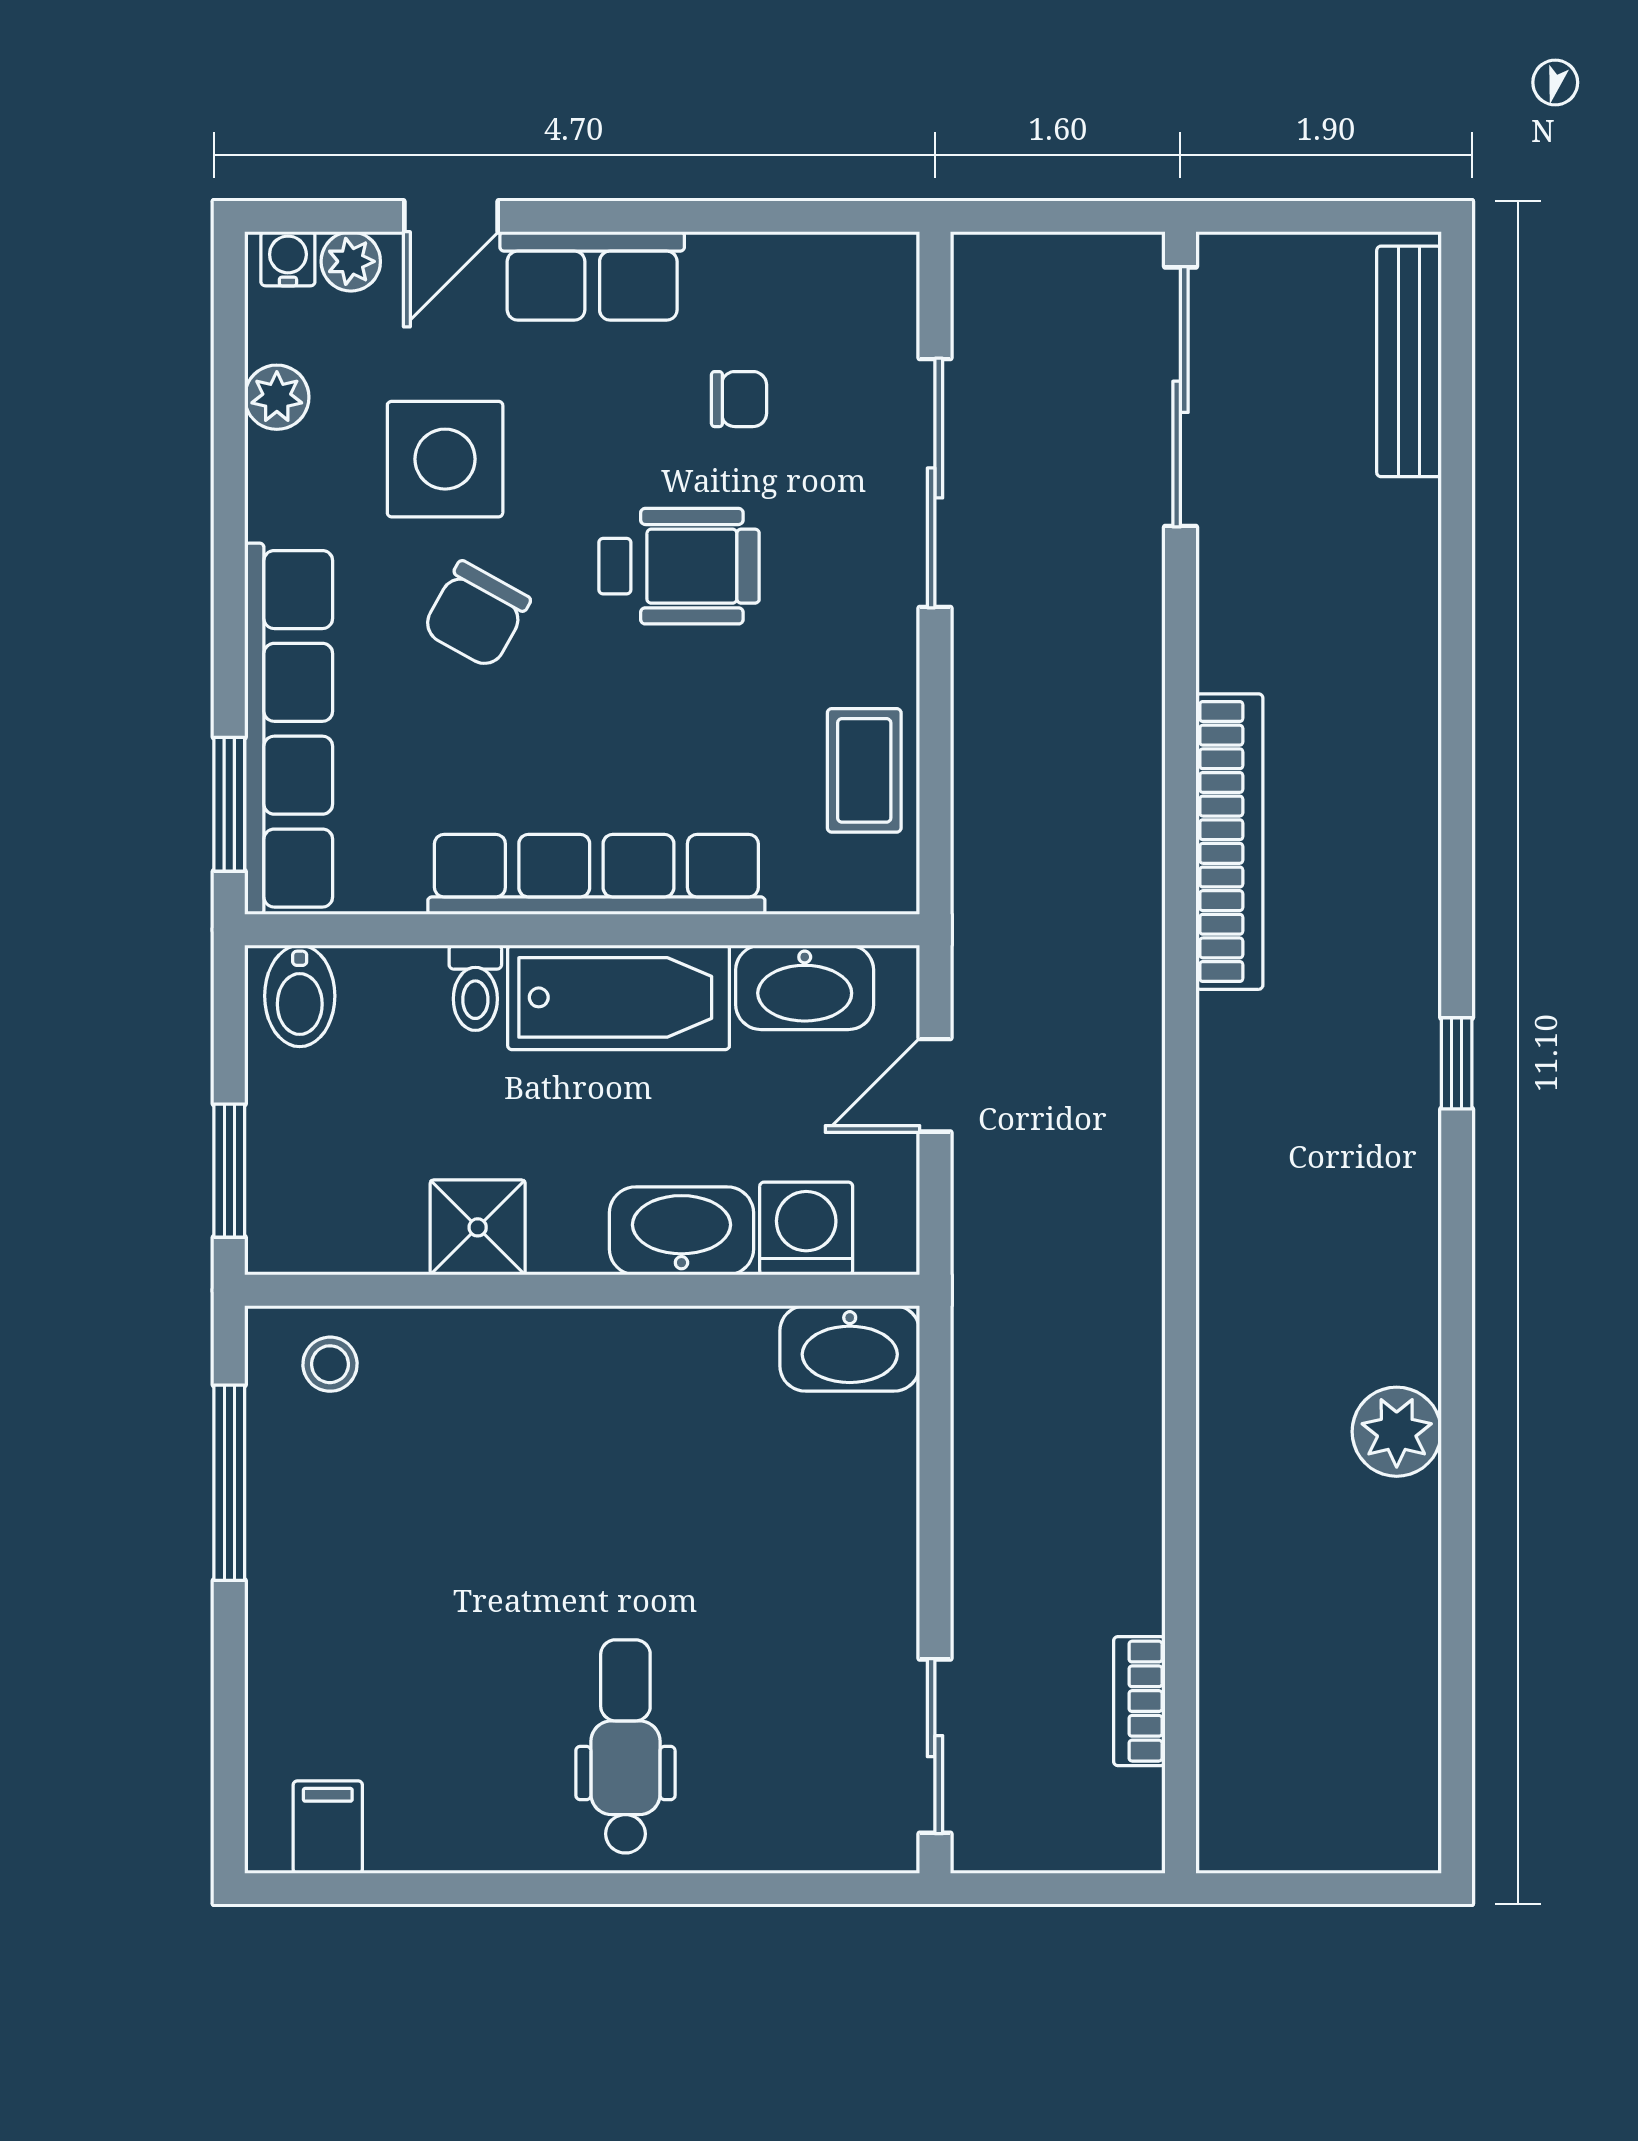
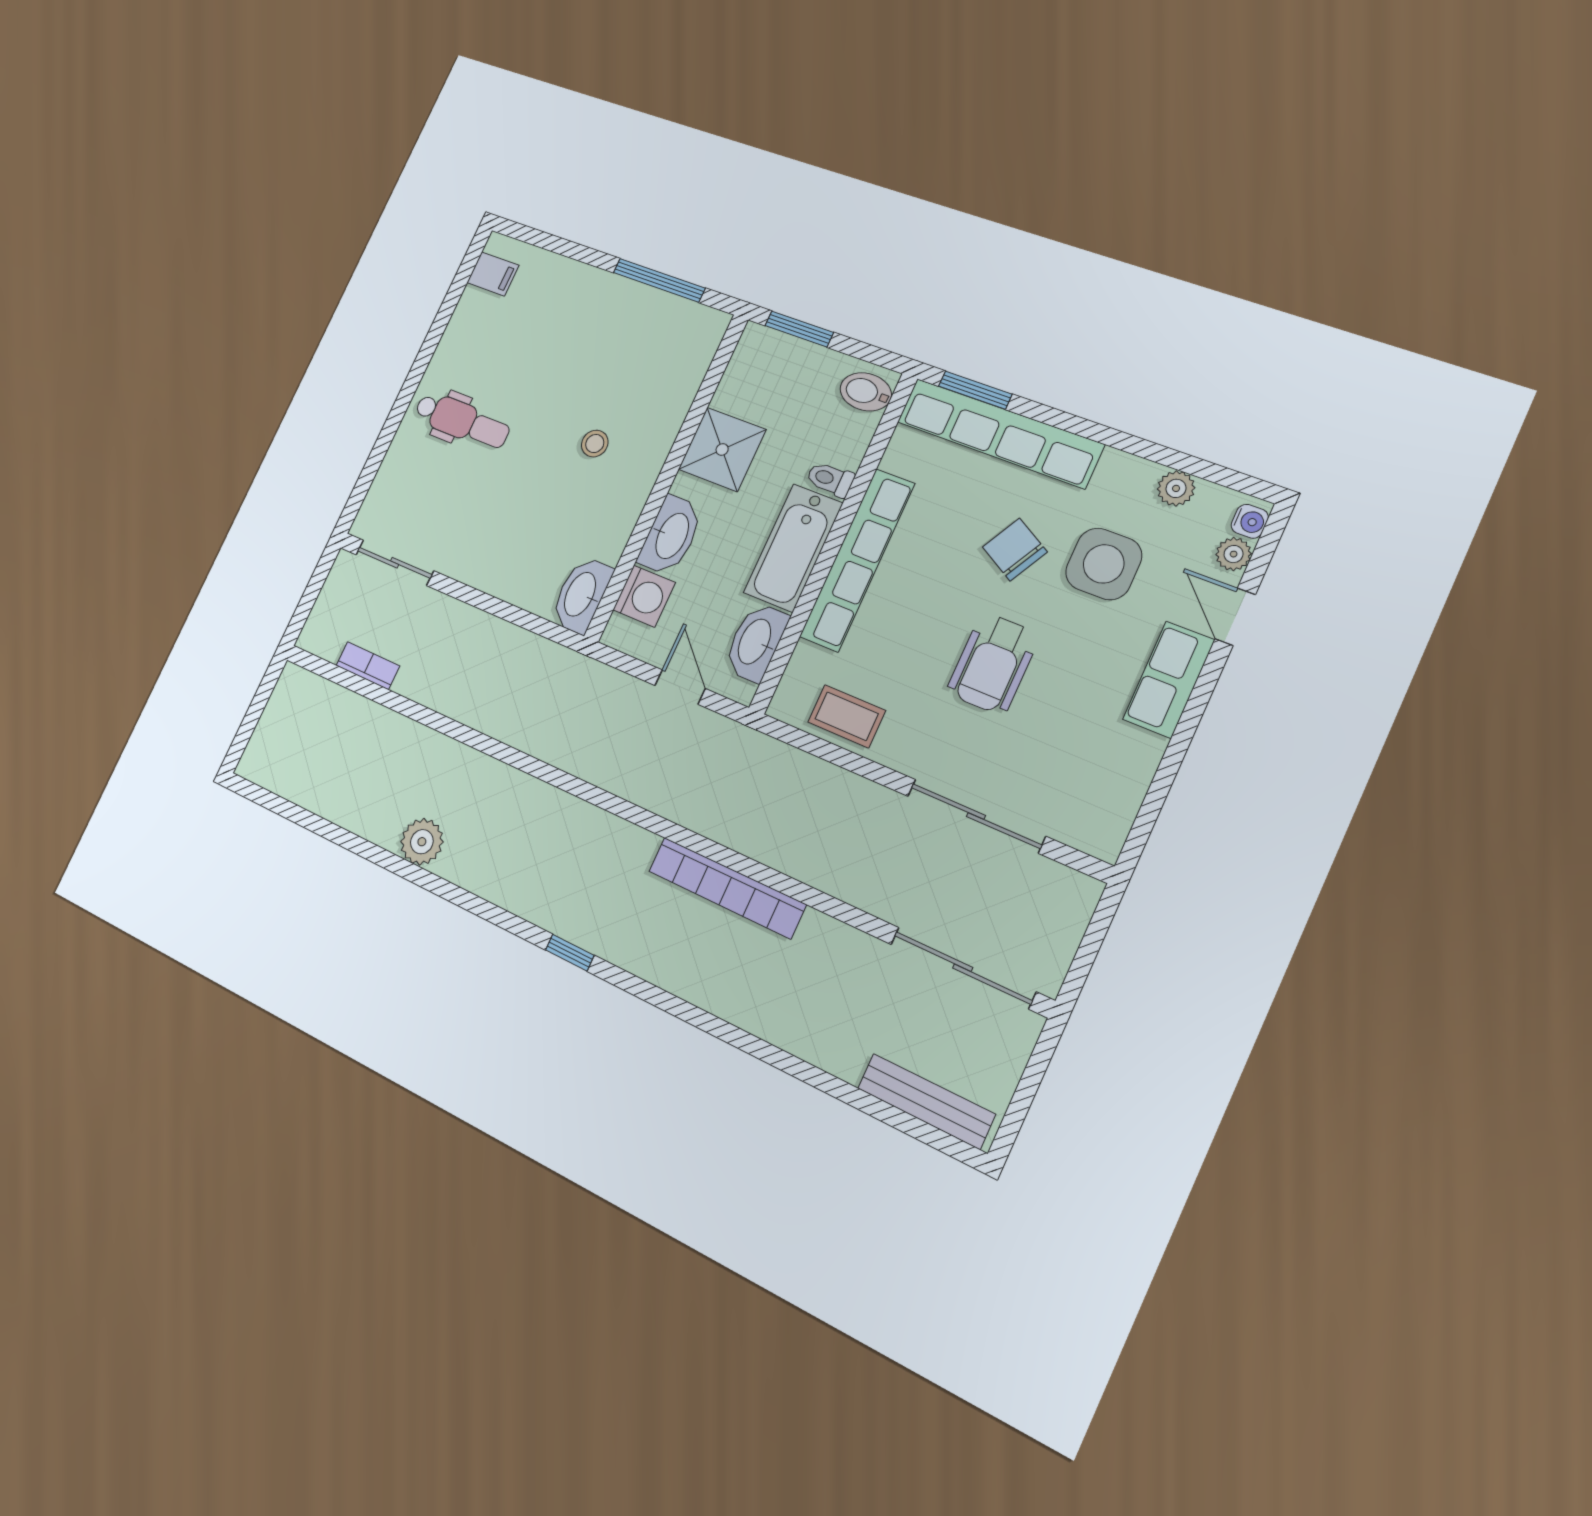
chair: (739, 399) -> (1067, 731), removed
shower: (478, 1227) -> (722, 449), width x1.36, depth x1.36
stool: (330, 1364) -> (595, 444), moved

